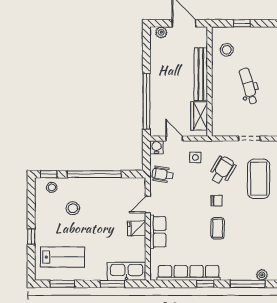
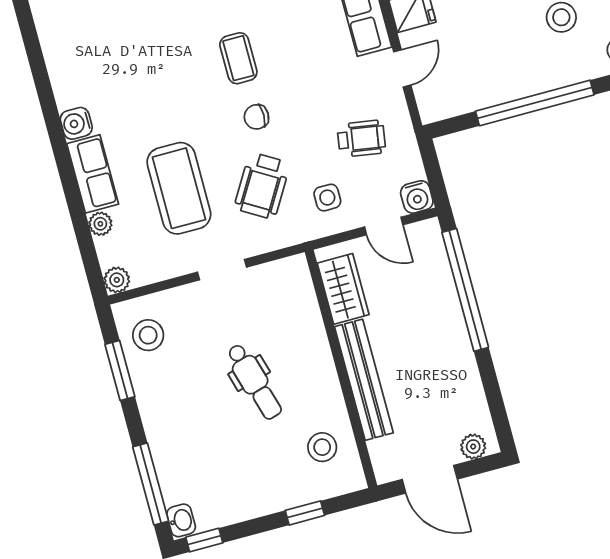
wheelchair: (163, 174) -> (361, 139), moved

